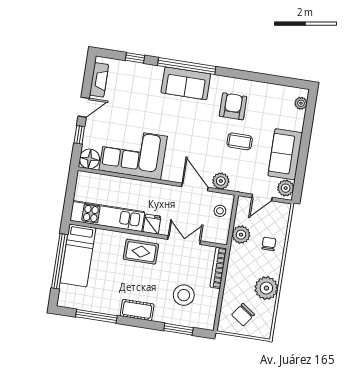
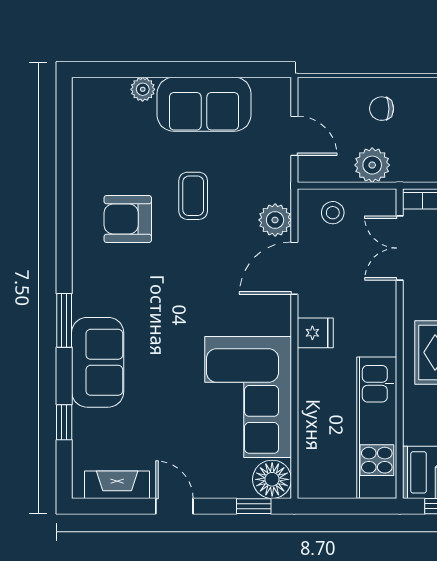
window: (187, 66) -> (64, 320), width x0.47
sofa: (186, 83) -> (98, 362), moved
plant: (301, 103) -> (143, 89), moved
window: (79, 135) -> (254, 506), moved
plant: (286, 188) -> (269, 93), removed
fridge: (152, 224) -> (315, 333), moved, turned 180
double door: (184, 240) -> (400, 248), moved

